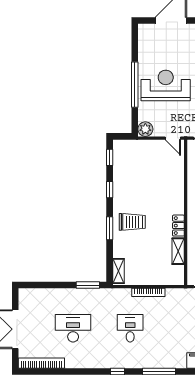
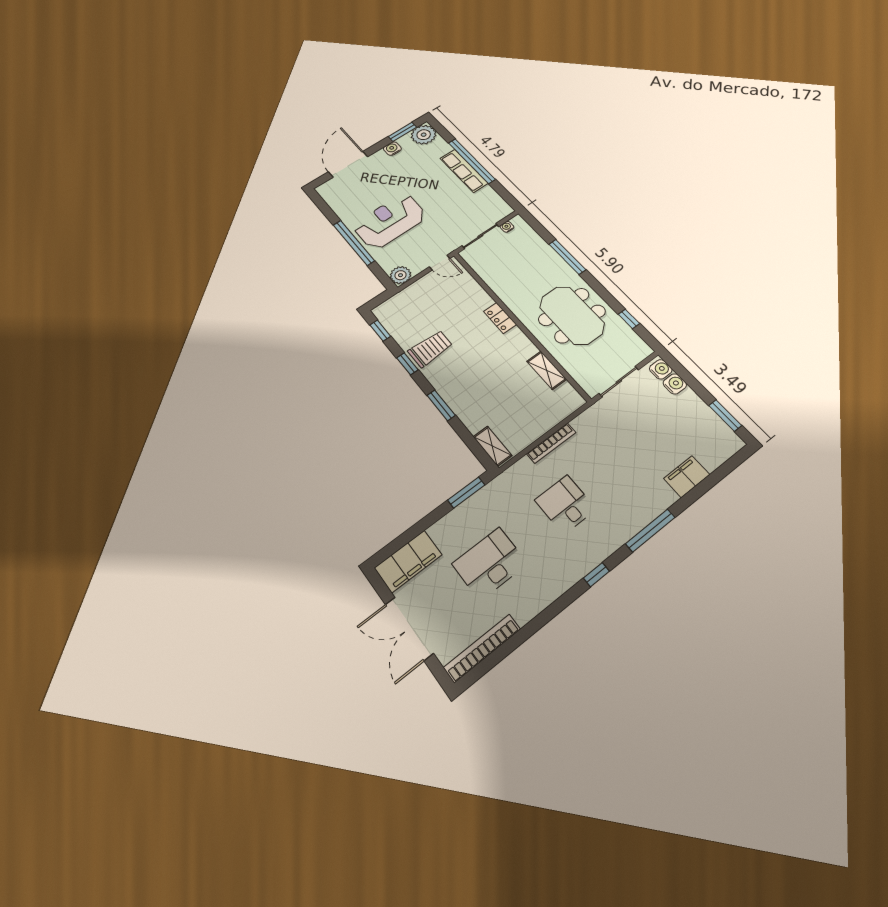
trolley: (132, 222) -> (430, 349), moved
locker: (178, 226) -> (500, 318), moved
filing cabinet: (36, 297) -> (408, 561), added

